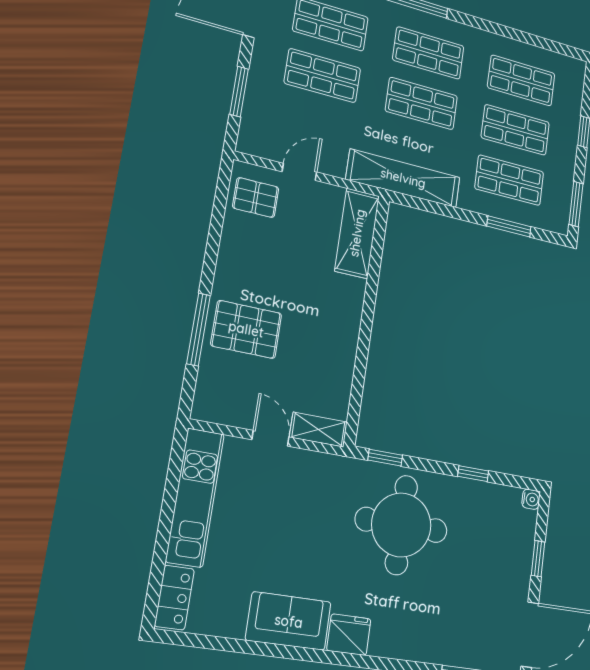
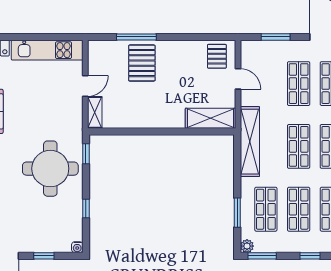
plant: (560, 224) -> (247, 246), added

